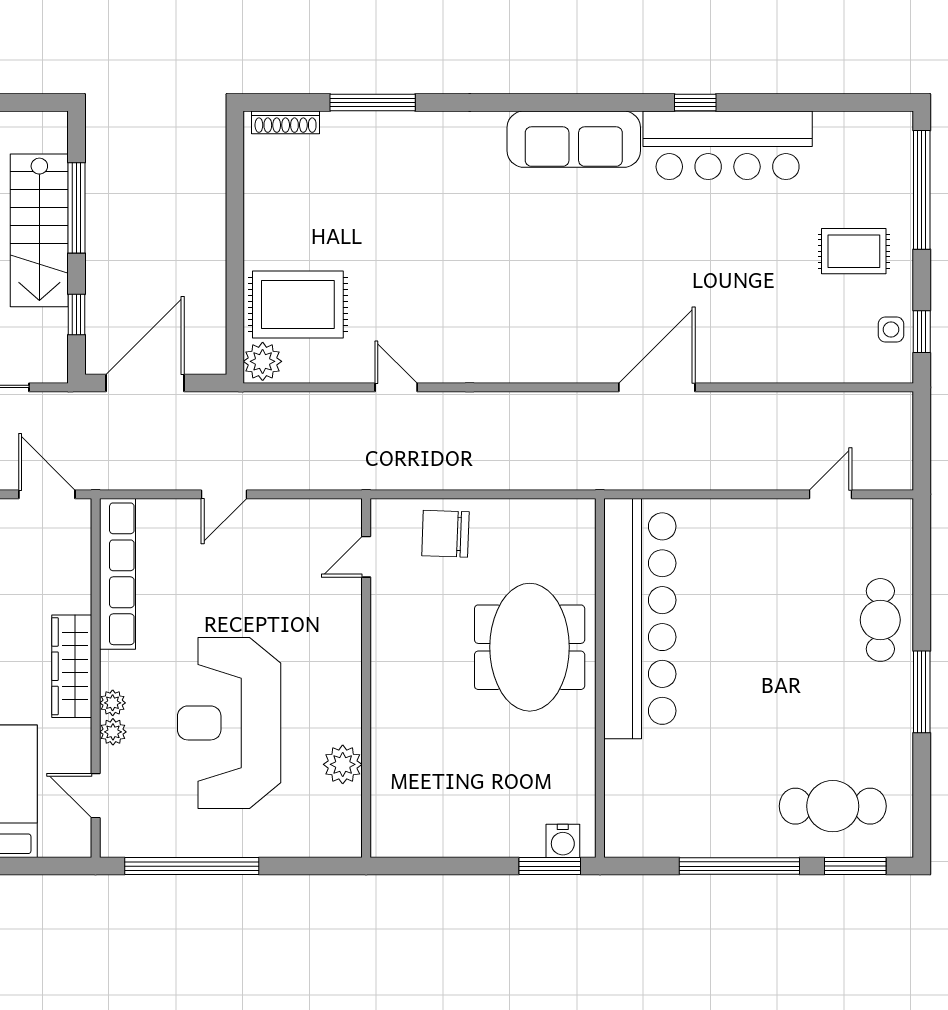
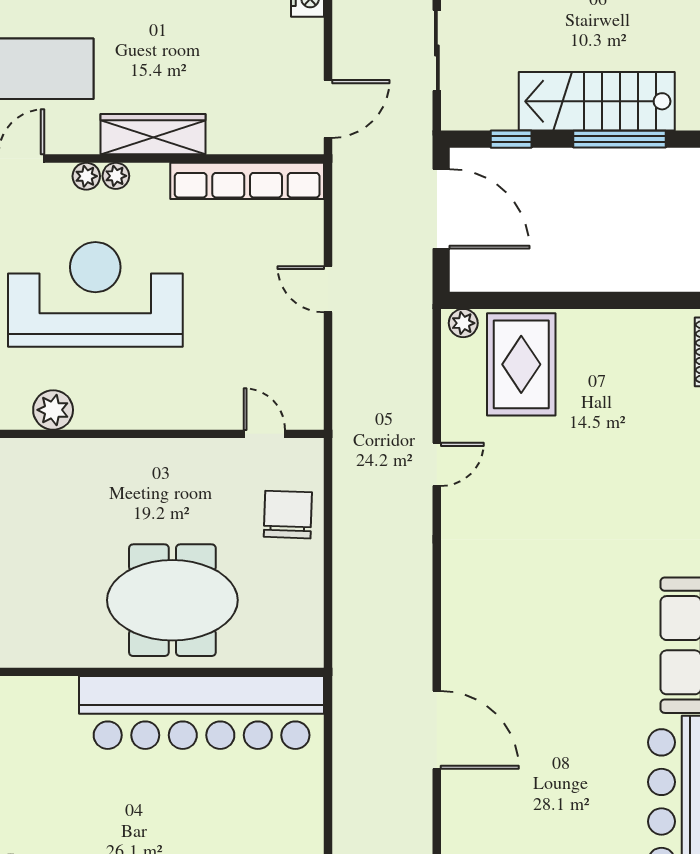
plant: (263, 361) -> (463, 323), width x0.73, depth x0.73

